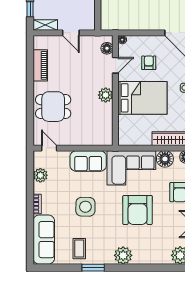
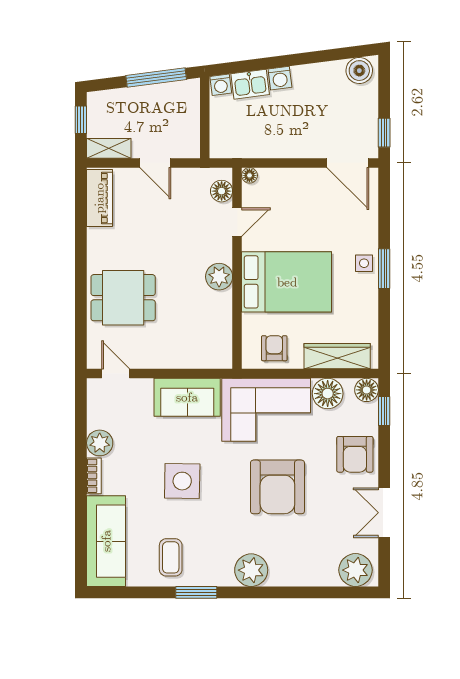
armchair: (149, 63) -> (274, 348), moved
piano: (40, 65) -> (99, 198), moved
plant: (40, 175) -> (100, 443), moved

